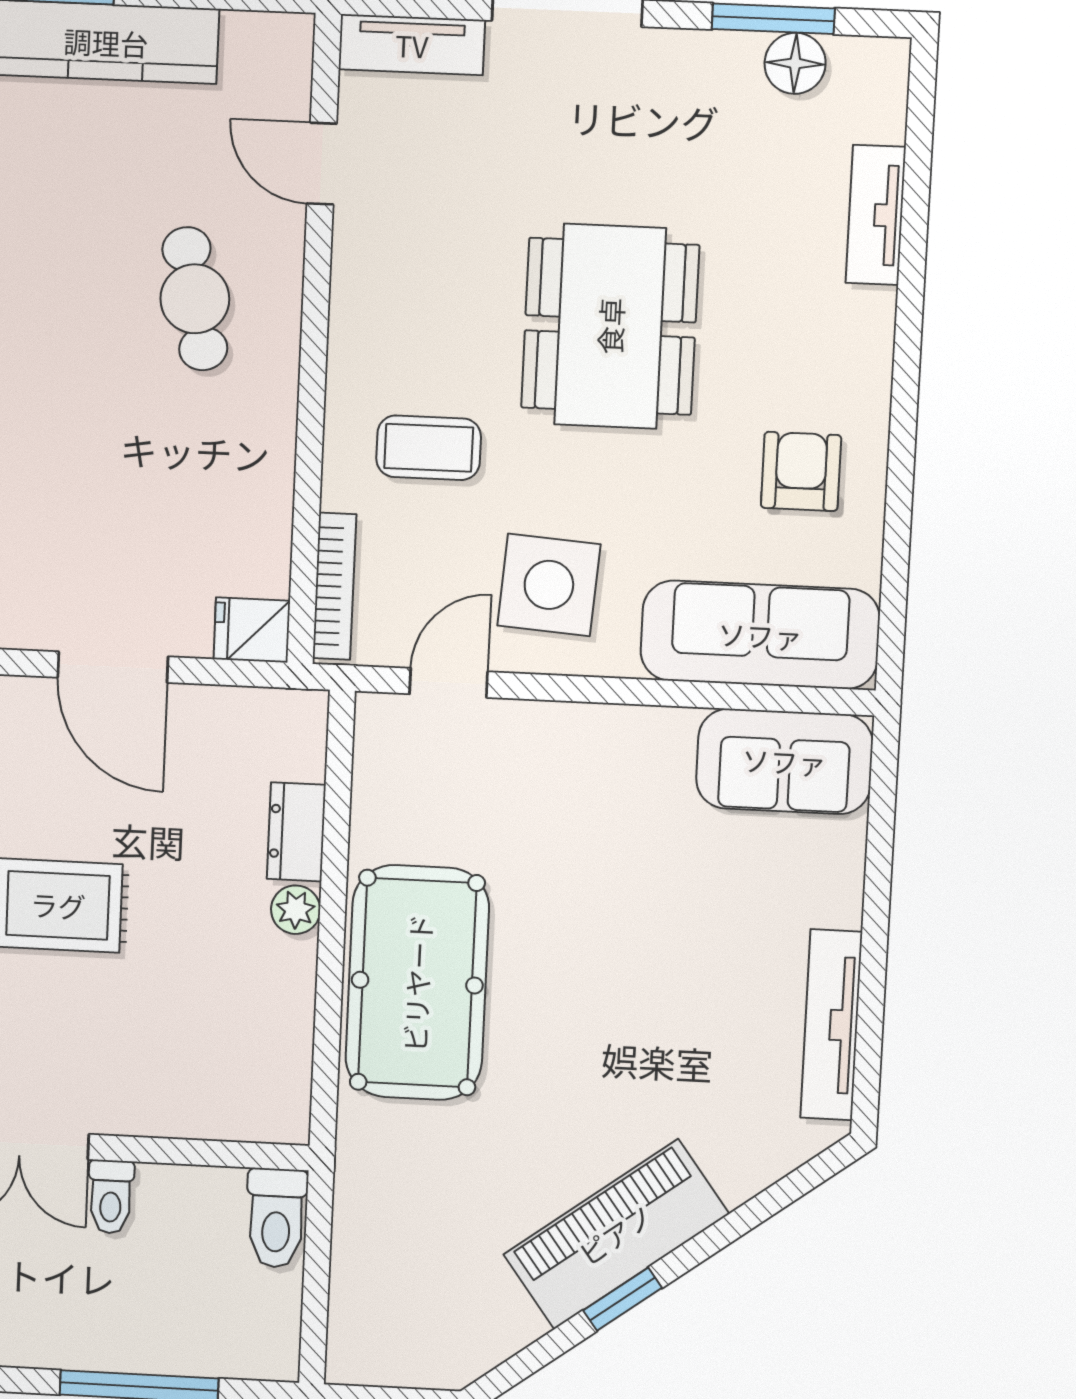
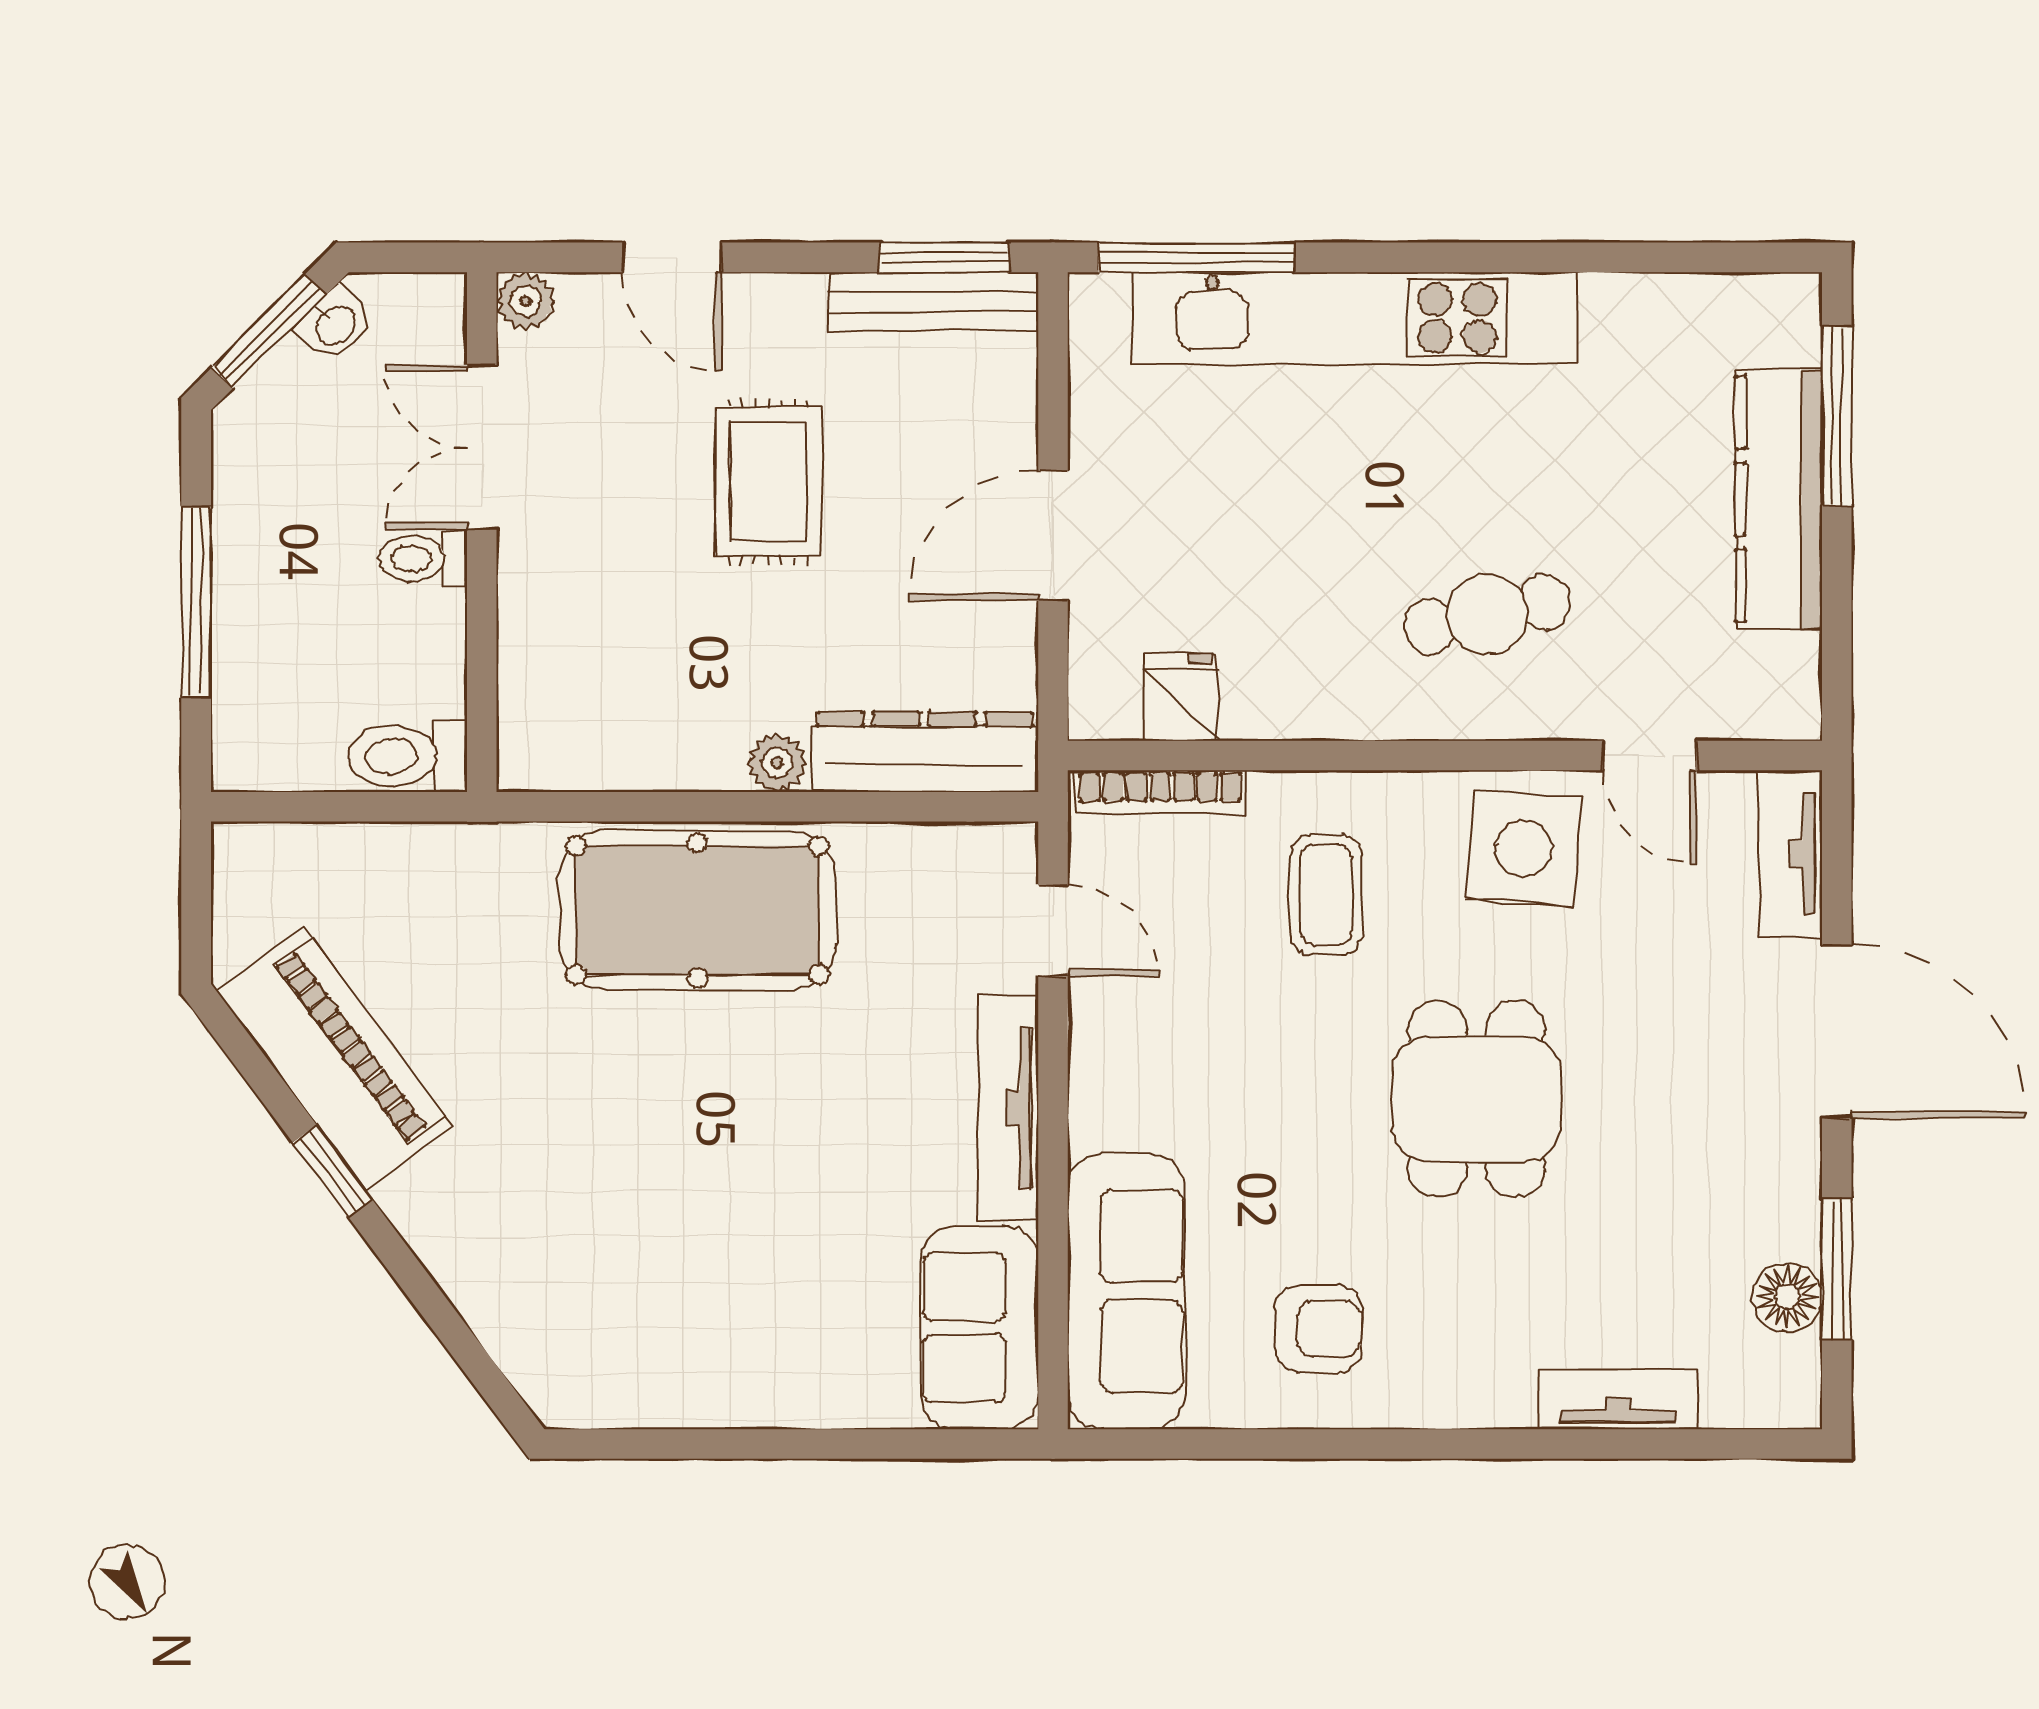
door: (322, 164) -> (1650, 755), swing flipped
dining table: (610, 326) -> (1476, 1099), width x0.73
side table: (549, 585) -> (1523, 848), moved
fridge: (252, 630) -> (1181, 697), moved
dresser: (296, 832) -> (924, 752), width x1.96, depth x1.24
tv unit: (831, 1025) -> (1008, 1108), moved, turned -90
piano: (616, 1234) -> (335, 1059), moved

